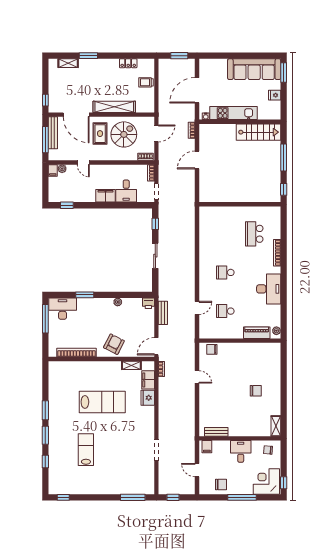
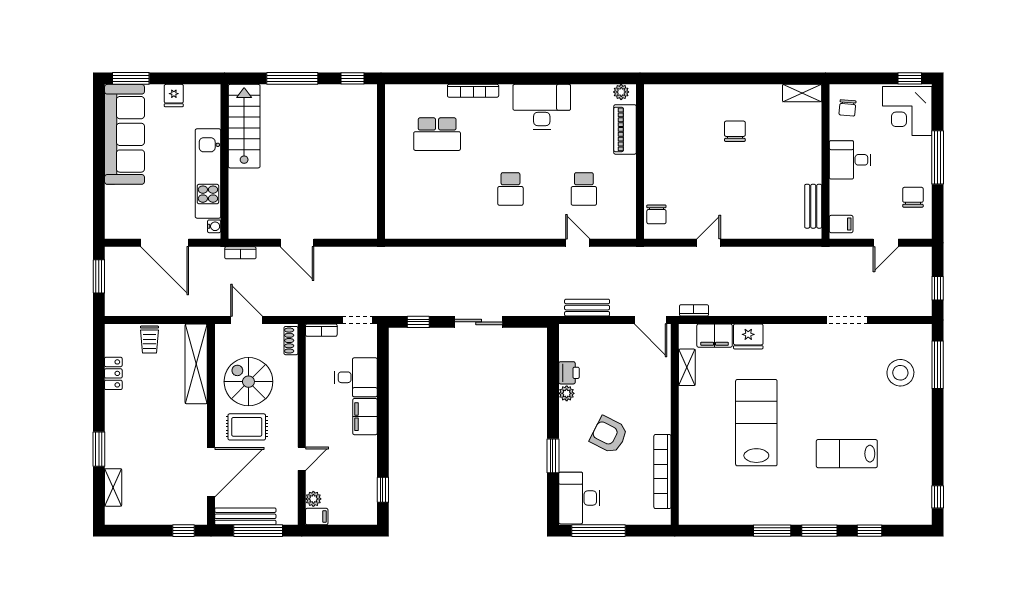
shelving: (114, 107) -> (196, 364), moved
printer: (148, 303) -> (569, 373), moved
armchair: (114, 344) -> (609, 435), moved
stool: (129, 478) -> (900, 373), added

